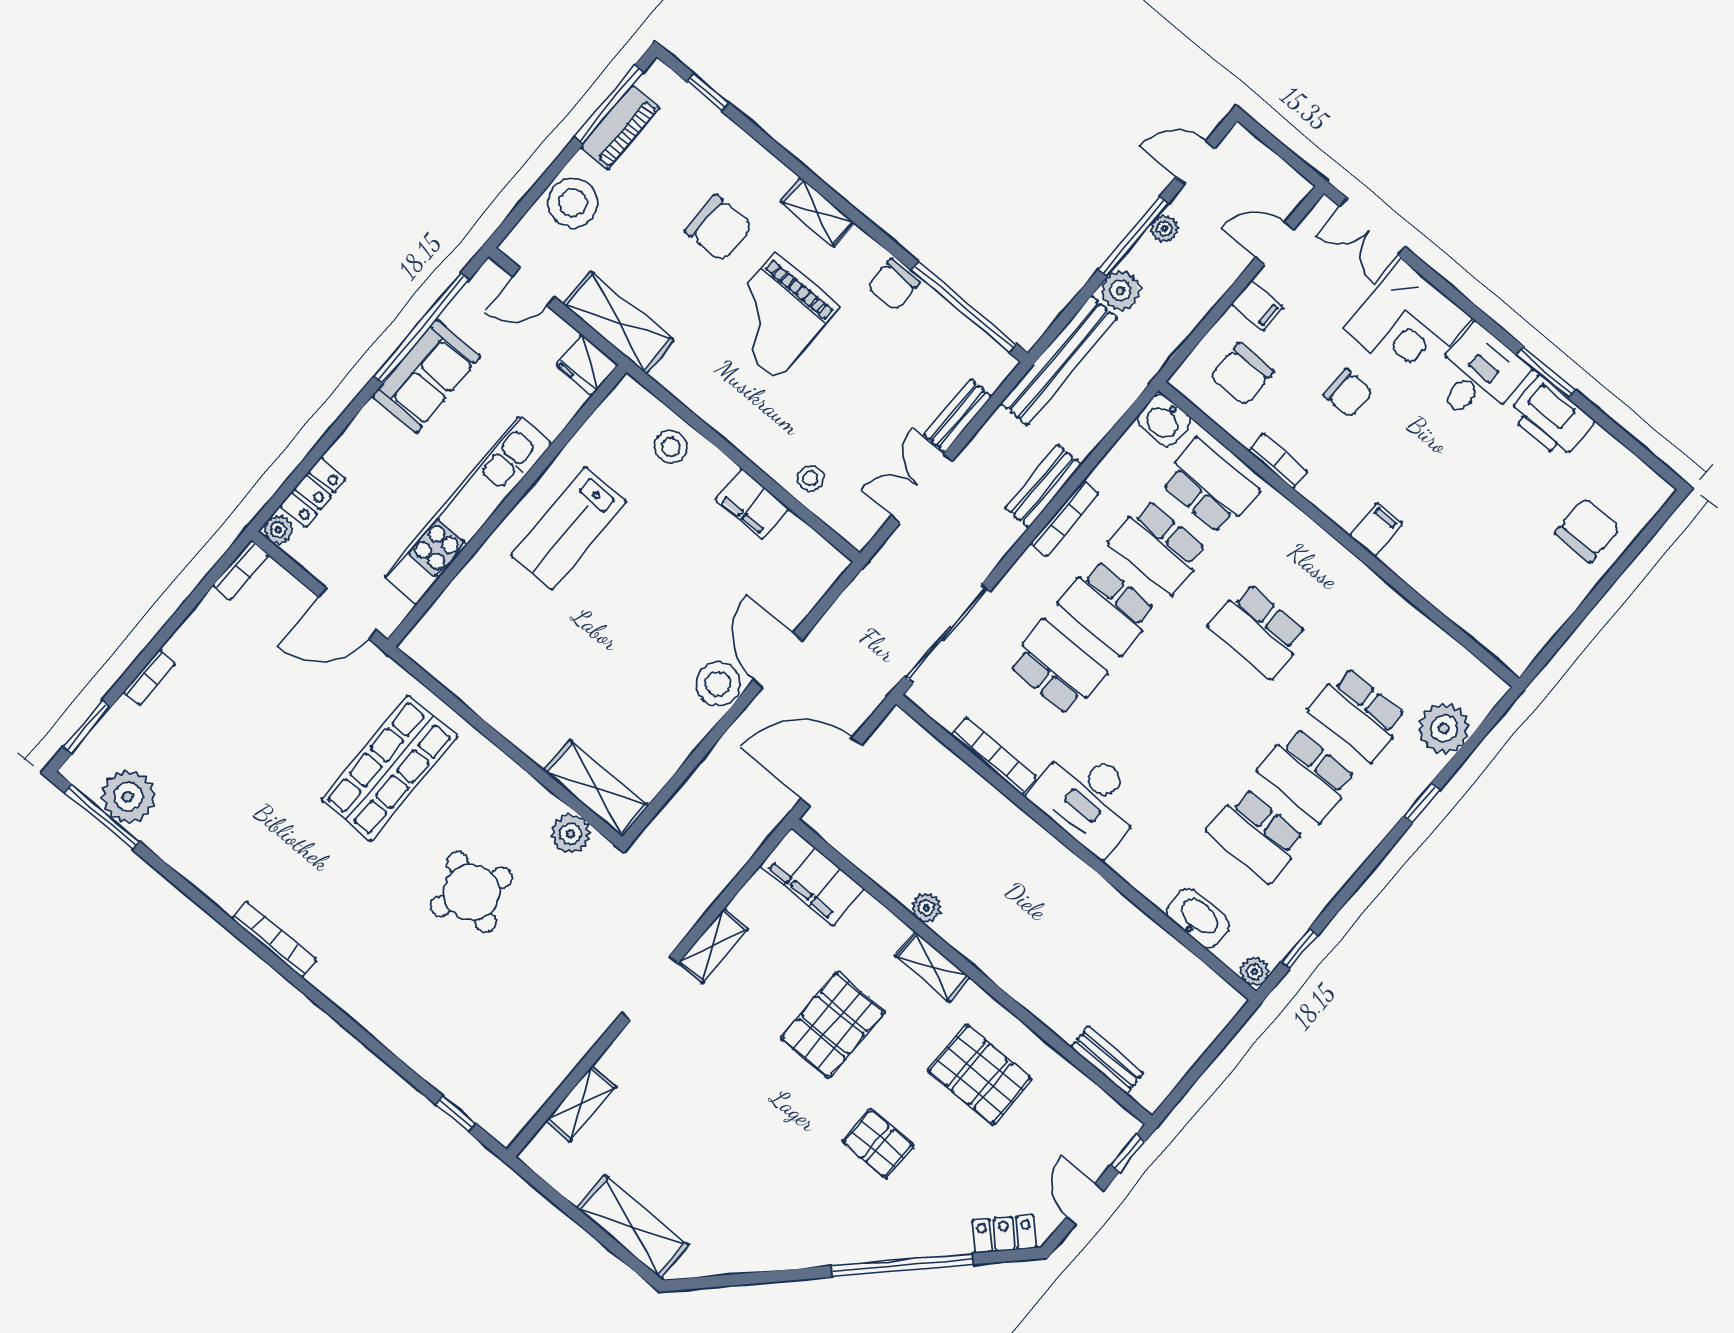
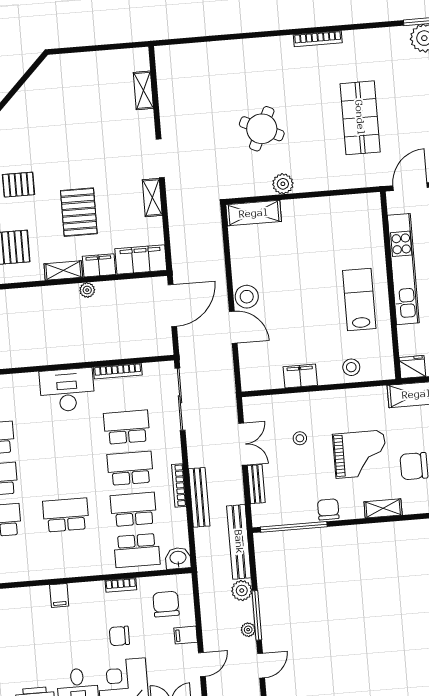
grand piano: (776, 317) -> (360, 454), turned 90
stool: (811, 478) -> (300, 438), moved
bench: (1043, 486) -> (199, 497), width x1.36
school desk: (1057, 668) -> (127, 427), turned 180
shop shelf: (389, 768) -> (360, 118), moved
plant: (571, 834) -> (283, 184), moved
filing cabinet: (877, 925) -> (99, 265), added
window: (456, 1114) -> (186, 41), removed
shelving: (633, 1227) -> (79, 64), removed

